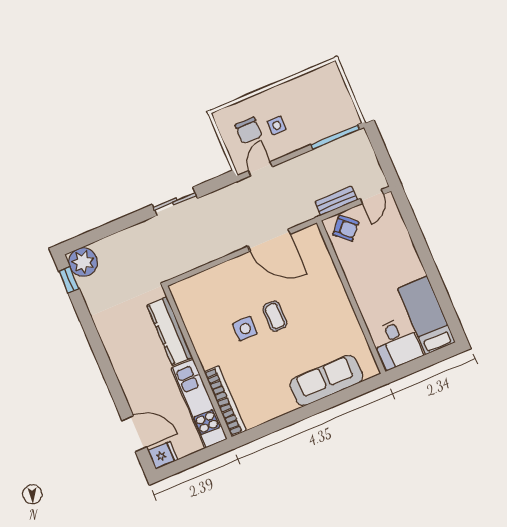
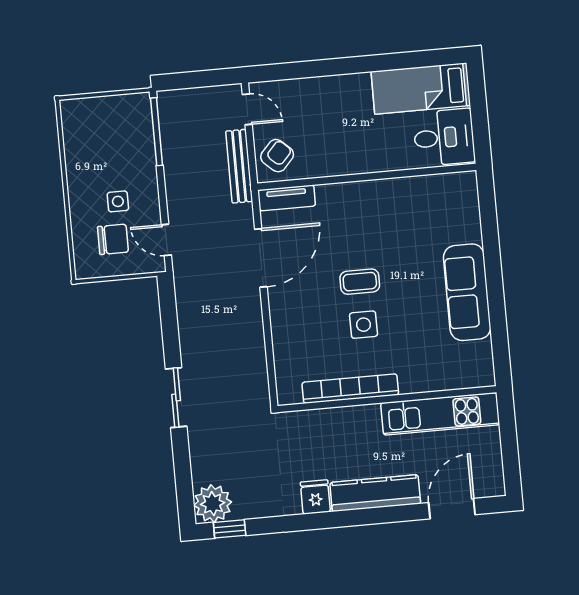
sliding door: (175, 201) -> (176, 398), moved
bench: (336, 201) -> (239, 166), width x1.36
tv unit: (318, 245) -> (287, 198), added
kitchen counter: (170, 331) -> (375, 493), moved, turned 180
sofa: (326, 380) -> (467, 292), moved
bookcase: (225, 401) -> (350, 389), moved
fridge: (163, 455) -> (315, 497), moved

